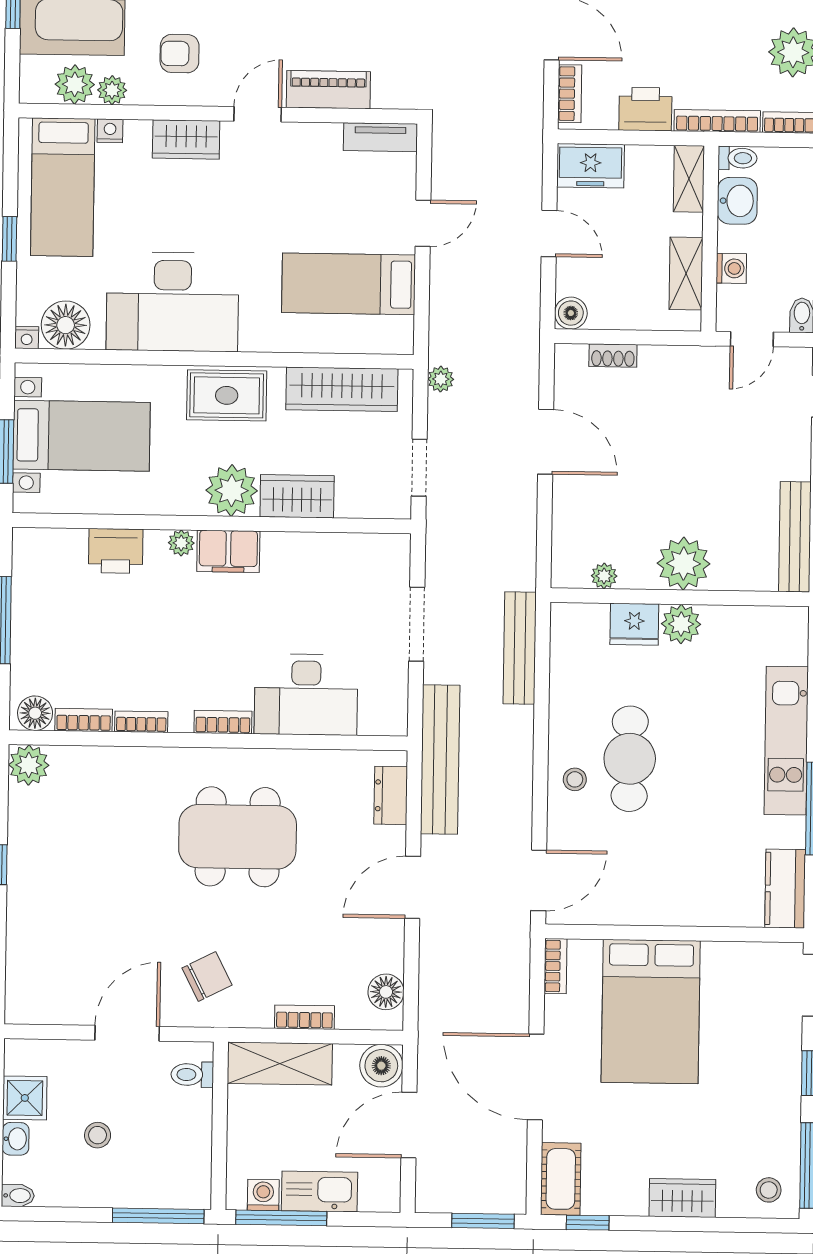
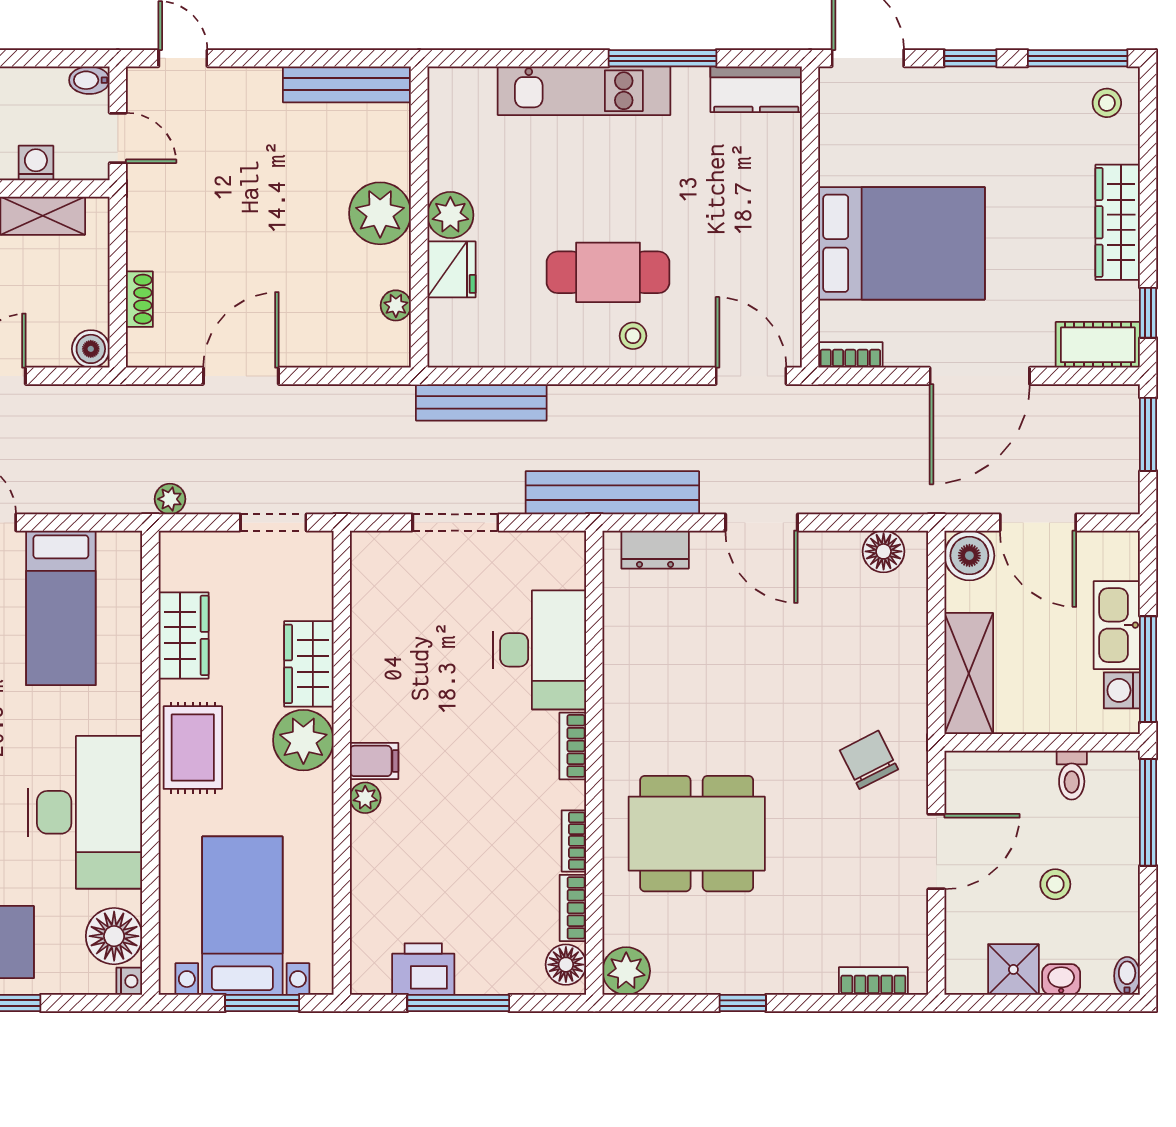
wardrobe: (342, 389) -> (184, 635), width x0.67
printer: (116, 551) -> (423, 969), moved, turned -90
filing cabinet: (228, 551) -> (374, 761), width x0.50
dining table: (238, 837) -> (697, 834), moved, turned 90
bookcase: (304, 1017) -> (873, 981), moved, turned 90
door: (127, 1033) -> (936, 852), swing flipped
toilet: (192, 1075) -> (1072, 775), moved
wardrobe: (682, 1198) -> (1118, 222), width x1.50

